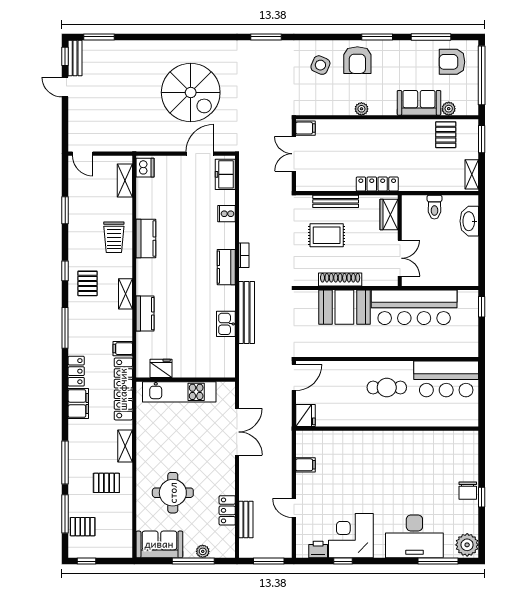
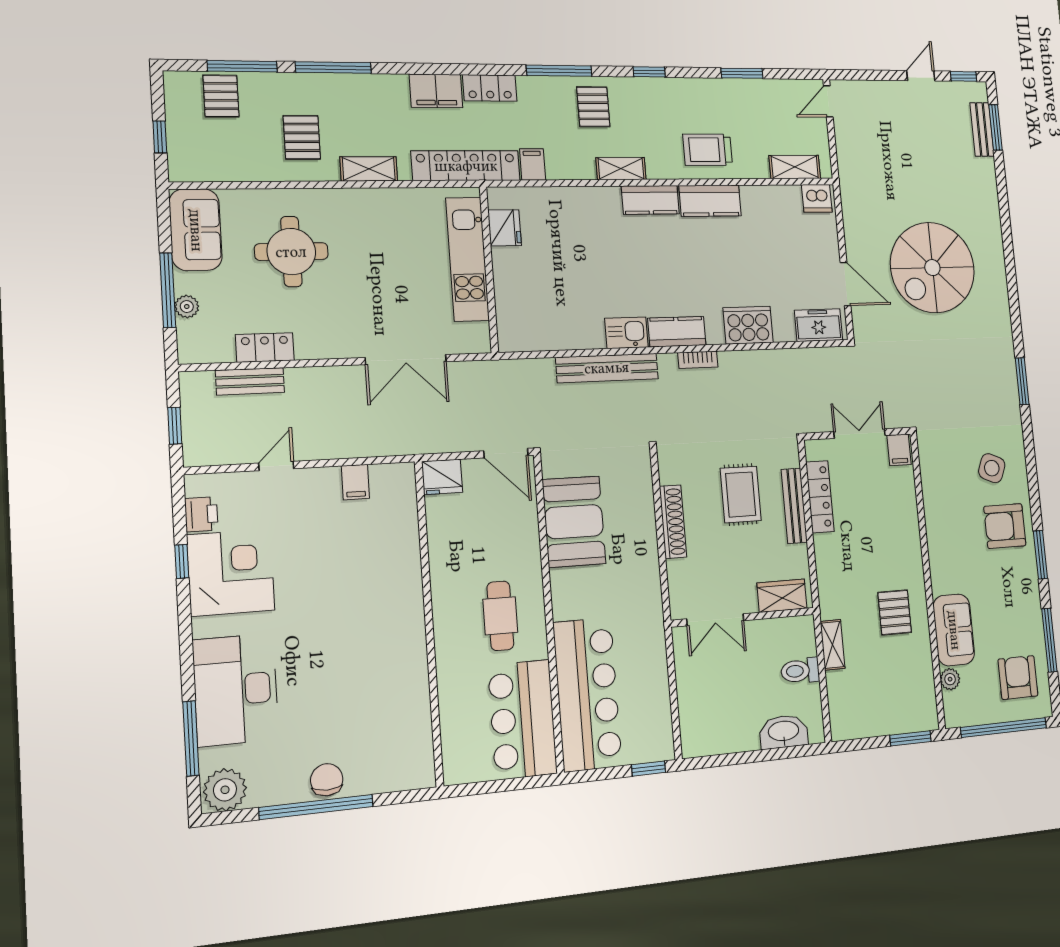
bench: (75, 58) -> (982, 129), moved, turned 90
plant: (361, 109) -> (936, 538), removed
pallet: (446, 135) -> (895, 612), moved, turned 90
shelving: (472, 174) -> (833, 645), moved, turned 90
locker: (377, 184) -> (820, 497), moved
cooker: (226, 214) -> (748, 325), width x1.87, depth x1.31
pallet: (88, 283) -> (593, 107), moved, turned 90
booth: (344, 307) -> (574, 522), moved
bar counter: (414, 307) -> (587, 694), moved, turned 180
kitchen counter: (145, 314) -> (650, 200), moved
kitchen sink: (226, 324) -> (626, 333), moved
chair: (468, 491) -> (327, 780), turned 90
window: (482, 497) -> (316, 807), width x3.17
window: (87, 561) -> (160, 137), moved
window: (269, 561) -> (175, 426), width x0.67

